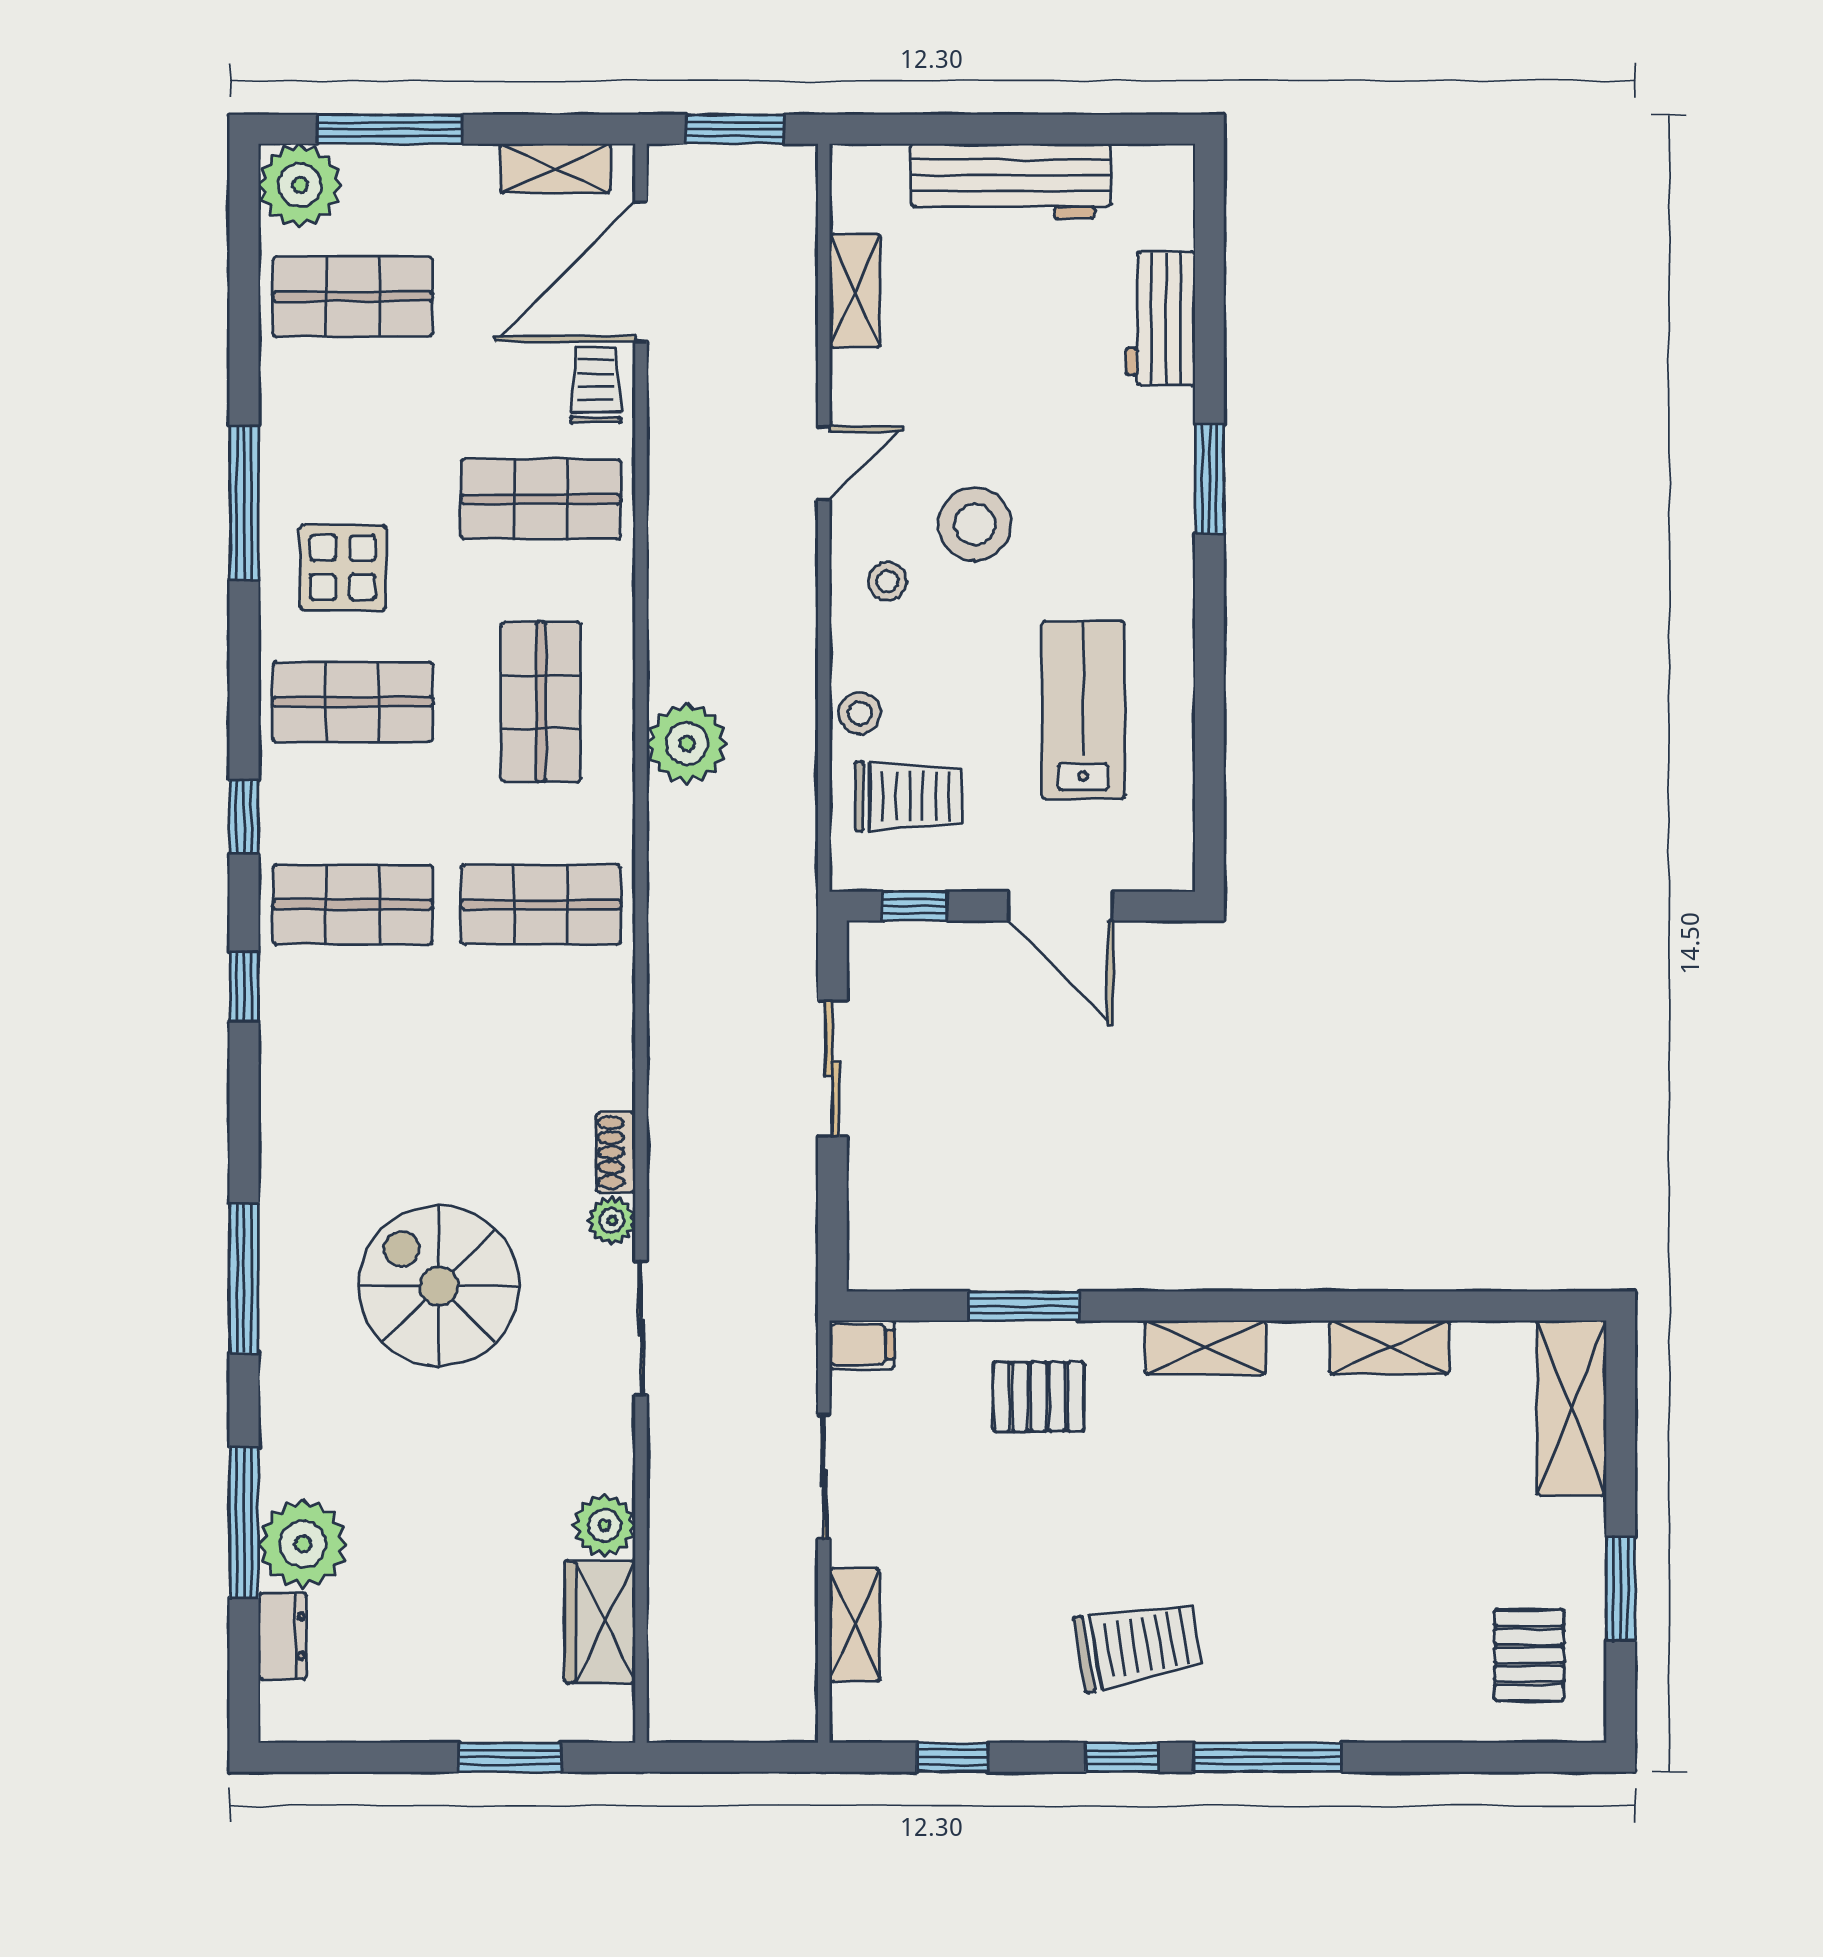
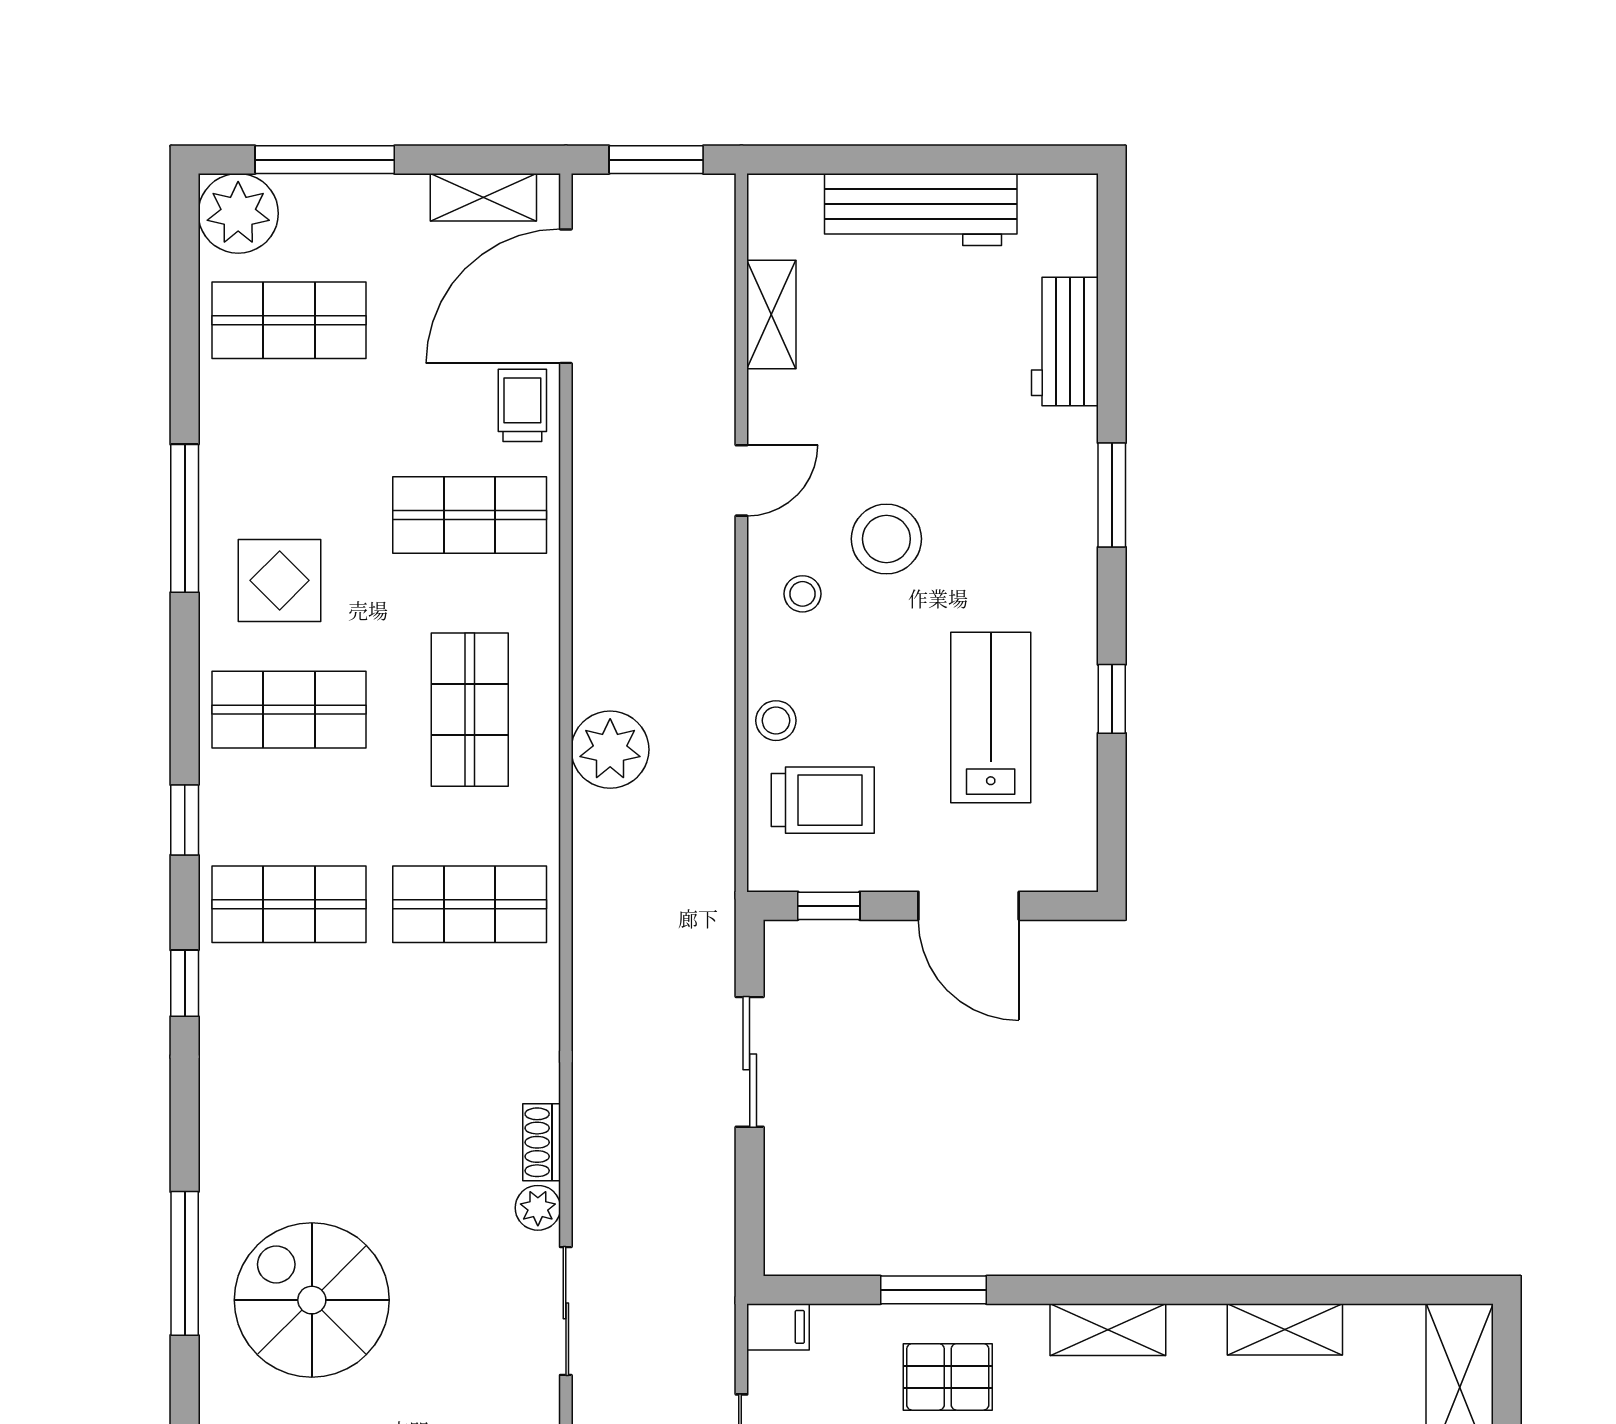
window: (1209, 691) -> (1112, 699), added
spiral stairs: (439, 1286) -> (312, 1300), moved

